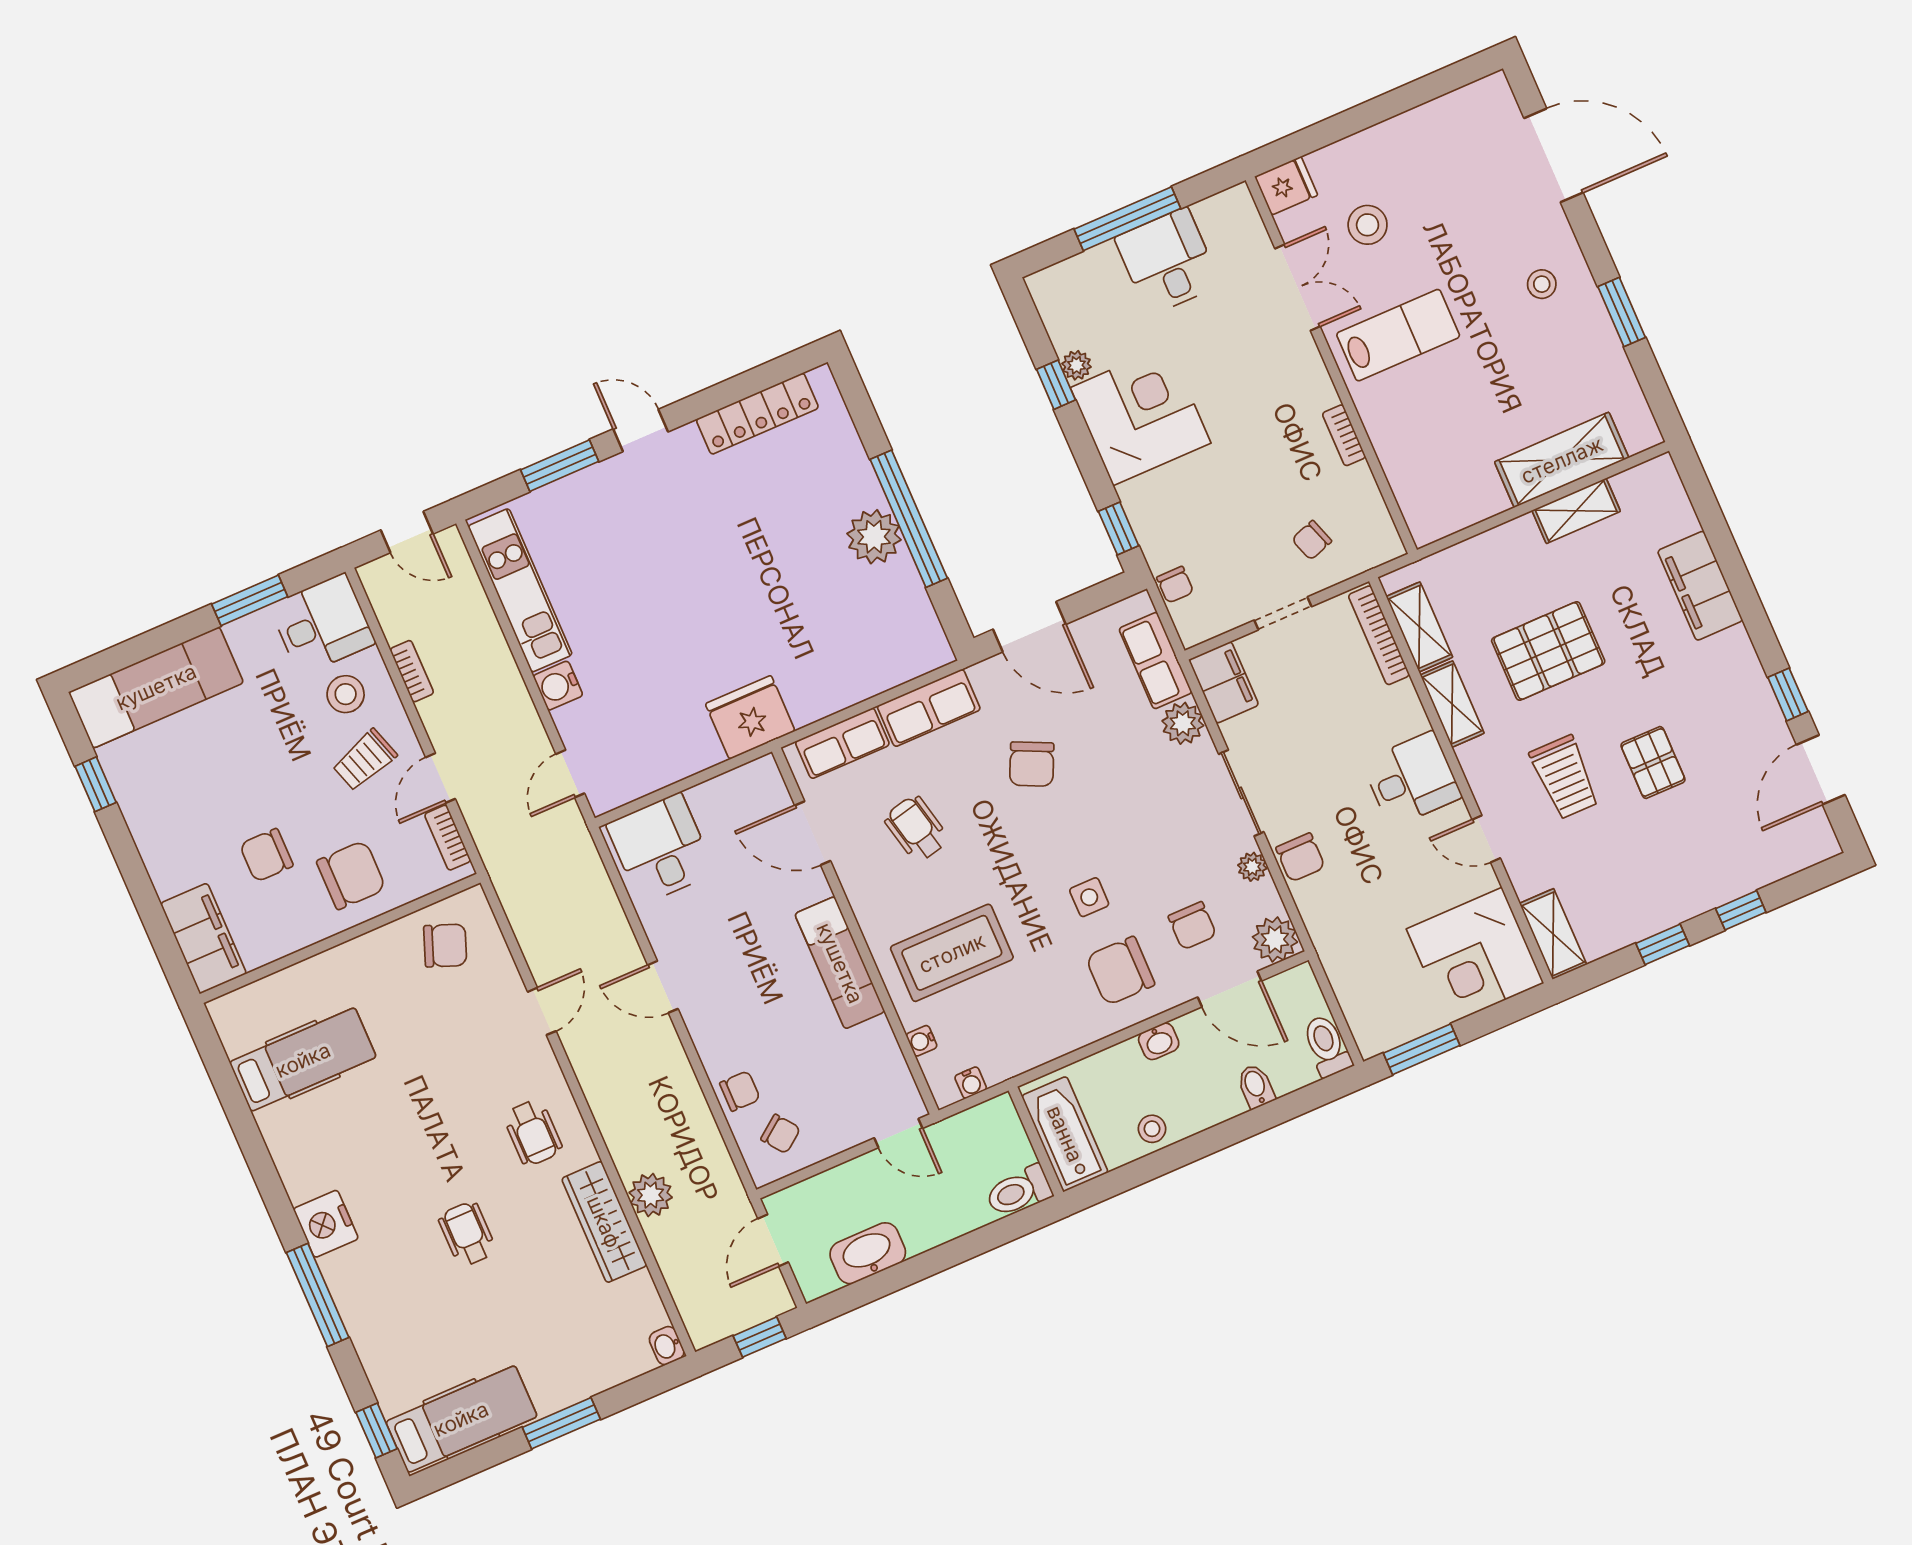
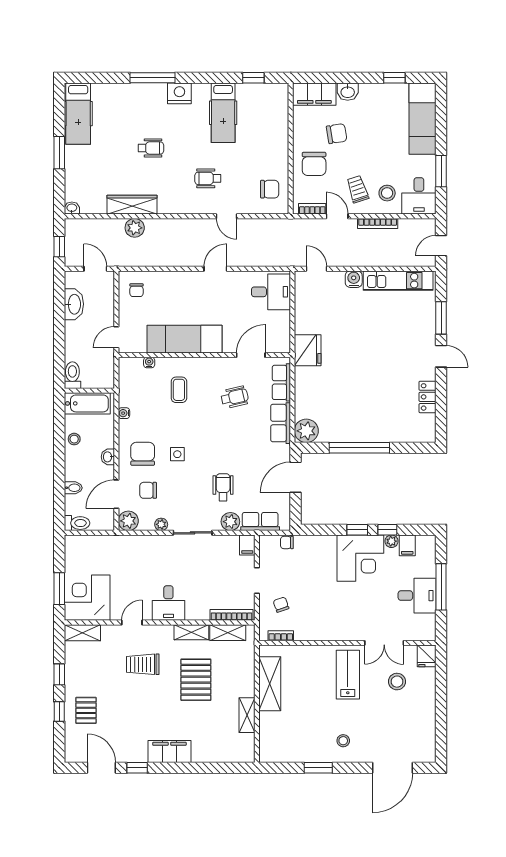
filing cabinet: (1071, 328) -> (407, 545), added
lab bench: (1398, 335) -> (348, 675), turned 180
locker: (757, 414) -> (427, 397), width x0.66
door: (641, 430) -> (441, 356), hinge flipped
bookcase: (1344, 435) -> (281, 636), moved
shelving: (1562, 460) -> (270, 684), moved
window: (1119, 529) -> (357, 530), moved
plant: (874, 537) -> (306, 431), moved
filing cabinet: (1700, 586) -> (169, 752), moved
bookcase: (412, 671) -> (378, 223), width x1.56
filing cabinet: (1224, 682) -> (247, 545), width x0.50
pallet: (1653, 762) -> (86, 710), moved, turned 90
chair: (1032, 764) -> (240, 454), removed
wheelchair: (1117, 770) -> (223, 487), added
chair: (266, 855) -> (337, 134), turned 81
chair: (1300, 857) -> (157, 545), removed
washbasin: (168, 870) -> (348, 92), added
chair: (445, 945) -> (270, 189), turned -111
coffee table: (952, 953) -> (179, 390), width x0.54, depth x0.58
exam couch: (840, 963) -> (184, 339), width x1.36, depth x1.45
window: (1422, 1049) -> (59, 589), moved
hospital bed: (303, 1060) -> (223, 113), moved
water cooler: (971, 1083) -> (124, 413), moved
chair: (740, 1091) -> (161, 281), removed
wheelchair: (533, 1133) -> (208, 178), moved
chair: (781, 1134) -> (136, 290), turned -53
window: (377, 1430) -> (253, 78), moved

